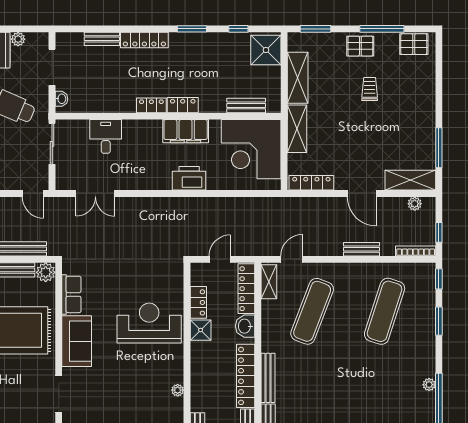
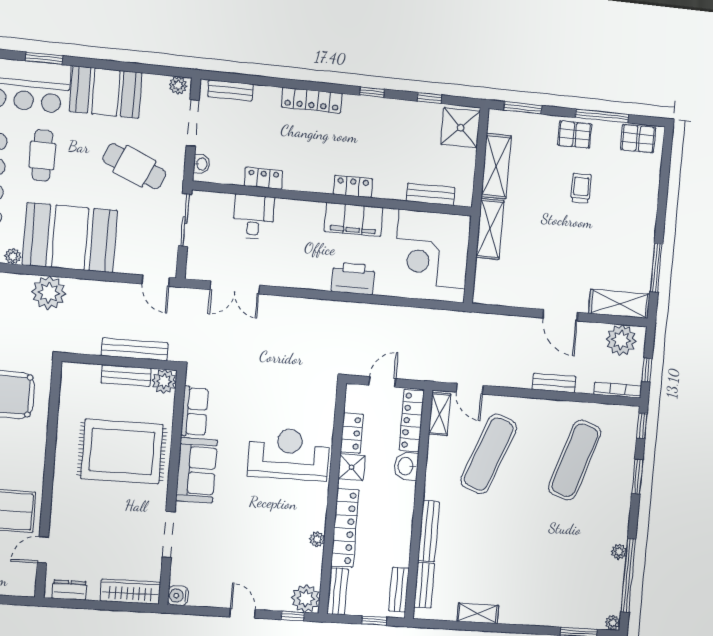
window: (192, 29) -> (372, 92), width x0.67
plant: (18, 39) -> (178, 85), moved
bench: (102, 39) -> (231, 90), moved
locker: (151, 105) -> (263, 178), moved
locker: (311, 183) -> (501, 297), removed
plant: (415, 204) -> (621, 340), width x1.88, depth x1.88
door: (292, 259) -> (470, 389), swing flipped
locker: (246, 376) -> (345, 528), moved, turned 180

